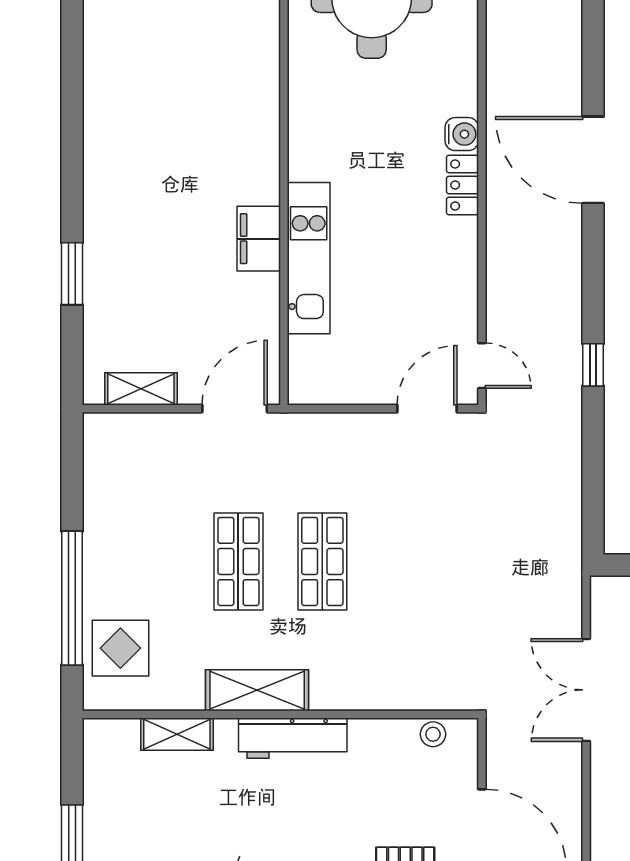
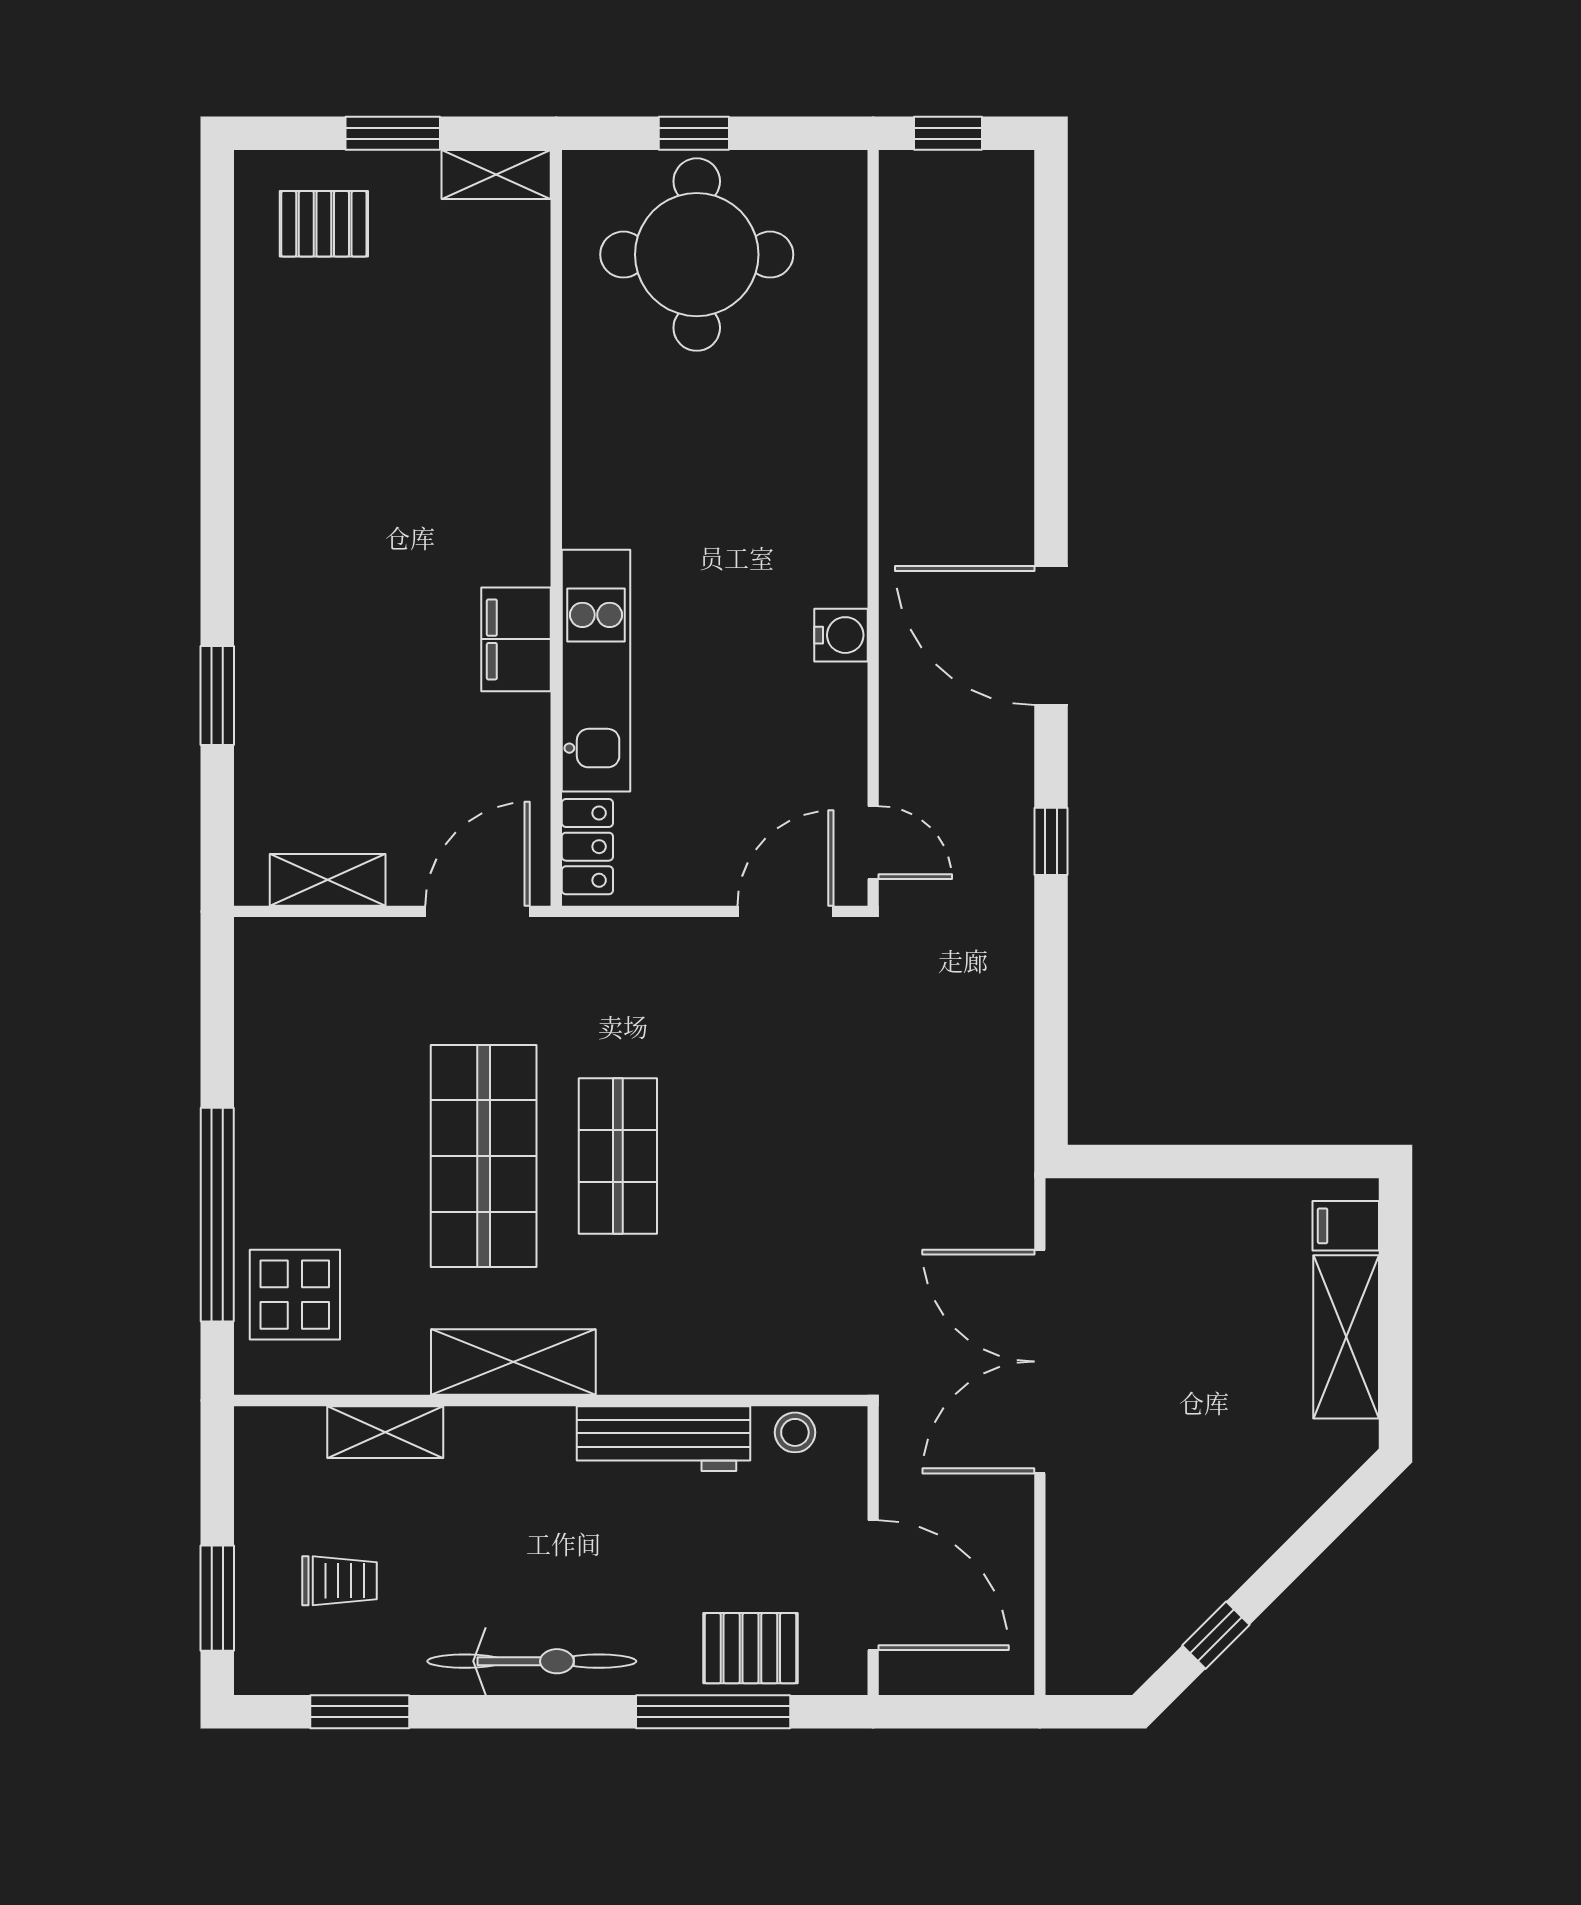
water cooler: (462, 134) -> (841, 635), moved
door: (593, 160) -> (1051, 636), moved
locker: (462, 185) -> (587, 847), moved, turned 180
shop shelf: (238, 561) -> (484, 1156), width x1.43, depth x1.36
double door: (586, 690) -> (1040, 1362), width x1.36
workbench: (293, 738) -> (663, 1439), moved
trolley: (148, 827) -> (340, 1581), added

